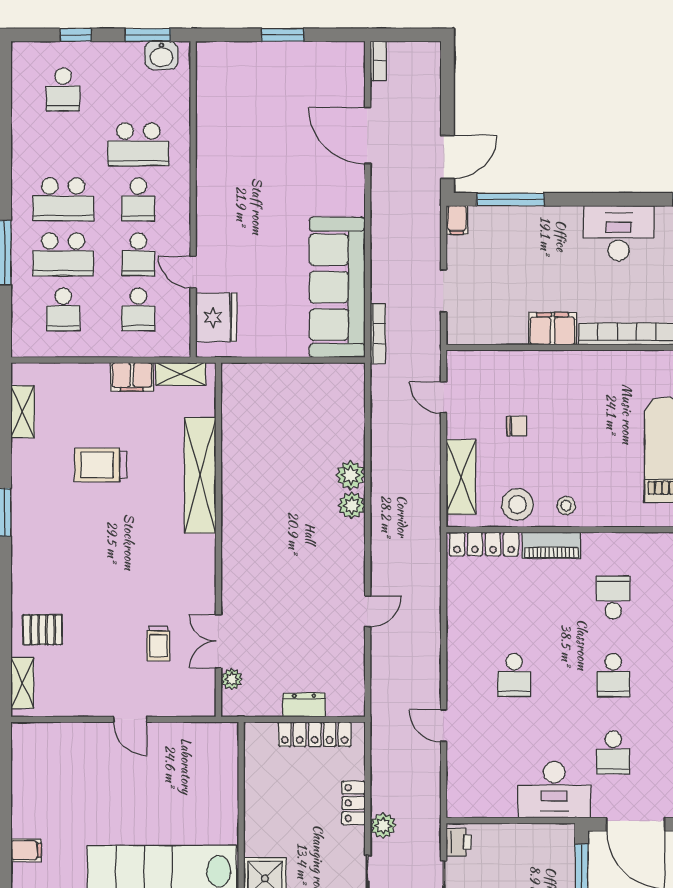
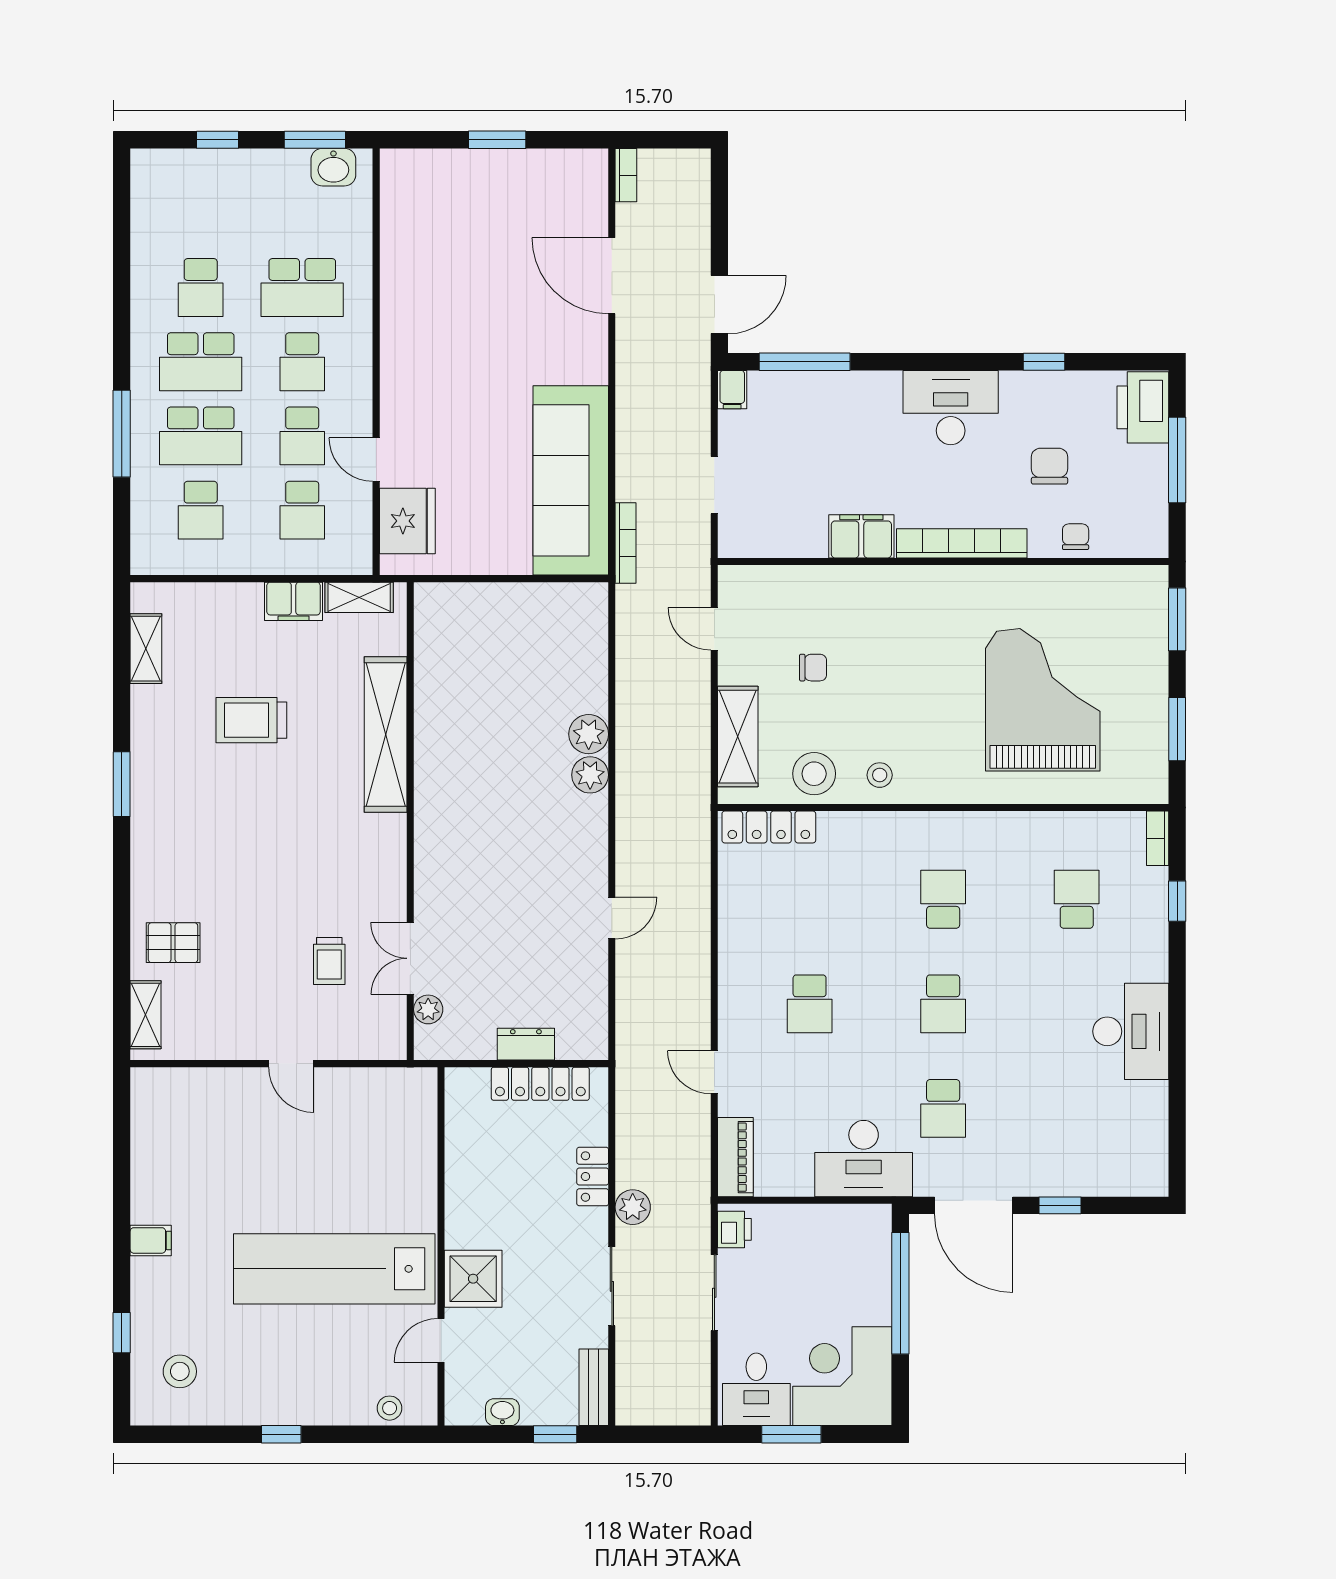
school desk: (63, 89) -> (201, 287), moved
piano: (552, 545) -> (735, 1157), moved, turned -90

